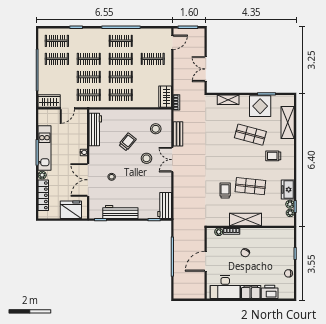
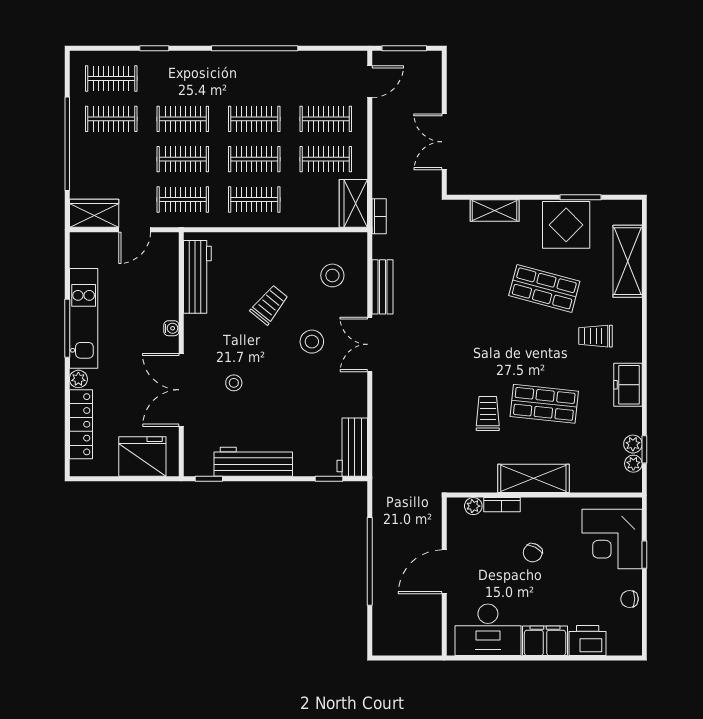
clothes rail: (121, 41) -> (326, 159), moved
freezer: (288, 190) -> (628, 385), moved
corner desk: (281, 247) -> (612, 539), added

